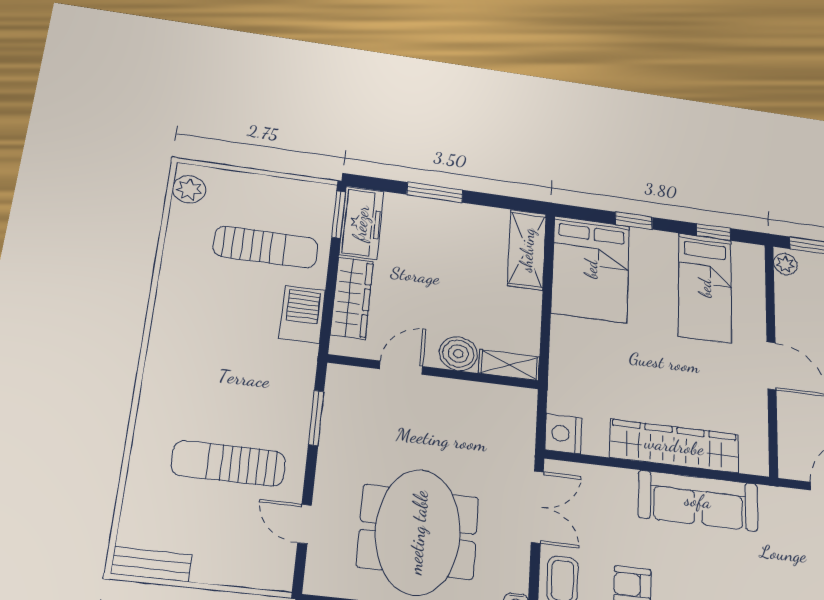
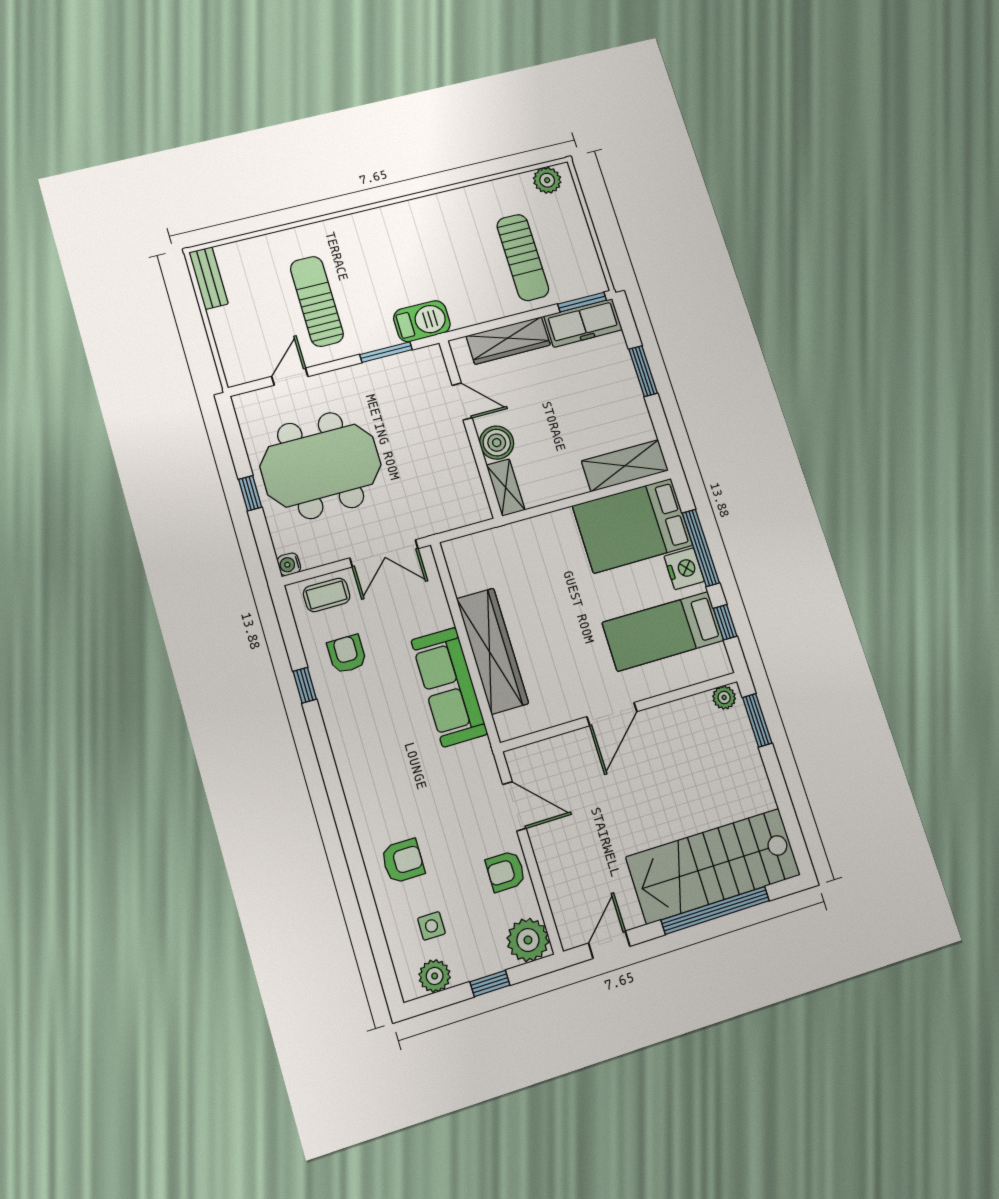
window: (634, 221) -> (701, 548), width x2.17
barbecue: (302, 315) -> (422, 321), moved
nightstand: (563, 434) -> (684, 569), moved, turned 90

